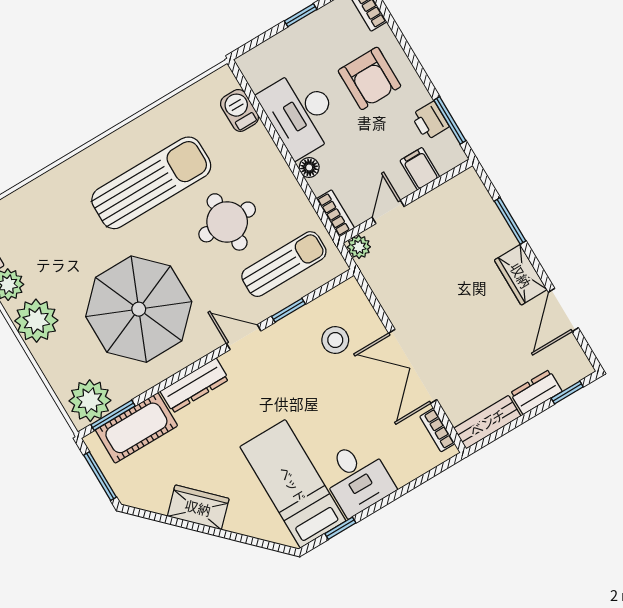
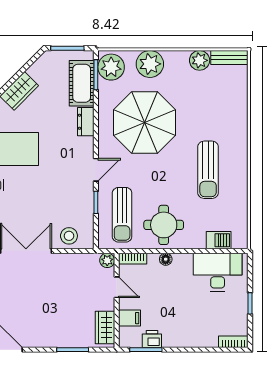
armchair: (369, 78) -> (194, 320), removed
desk: (301, 113) -> (218, 272), moved
sun lounger: (151, 183) -> (208, 170), width x0.73, depth x0.75
round table: (227, 222) -> (164, 225), moved
wardrobe: (521, 275) -> (105, 328), moved, turned -90
plant: (36, 321) -> (150, 64), moved
stool: (335, 340) -> (69, 236), moved
dresser: (194, 385) -> (86, 122), width x0.70

